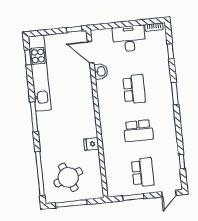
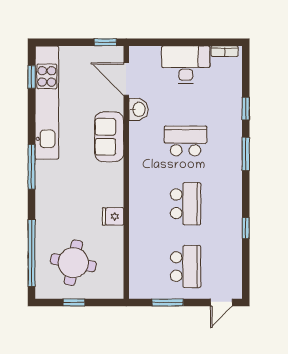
window: (170, 51) -> (246, 109), moved
school desk: (134, 89) -> (186, 141), turned -90
sofa: (83, 92) -> (109, 137), added
school desk: (138, 131) -> (186, 204), turned -90
window: (182, 162) -> (246, 228), moved
round table: (68, 177) -> (73, 263), turned 34
window: (71, 204) -> (74, 302), width x0.46

